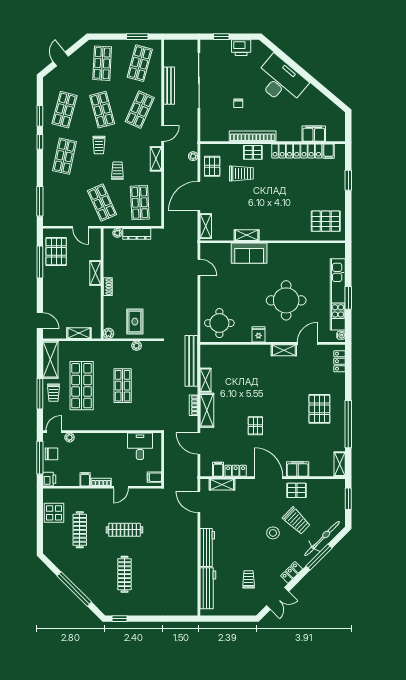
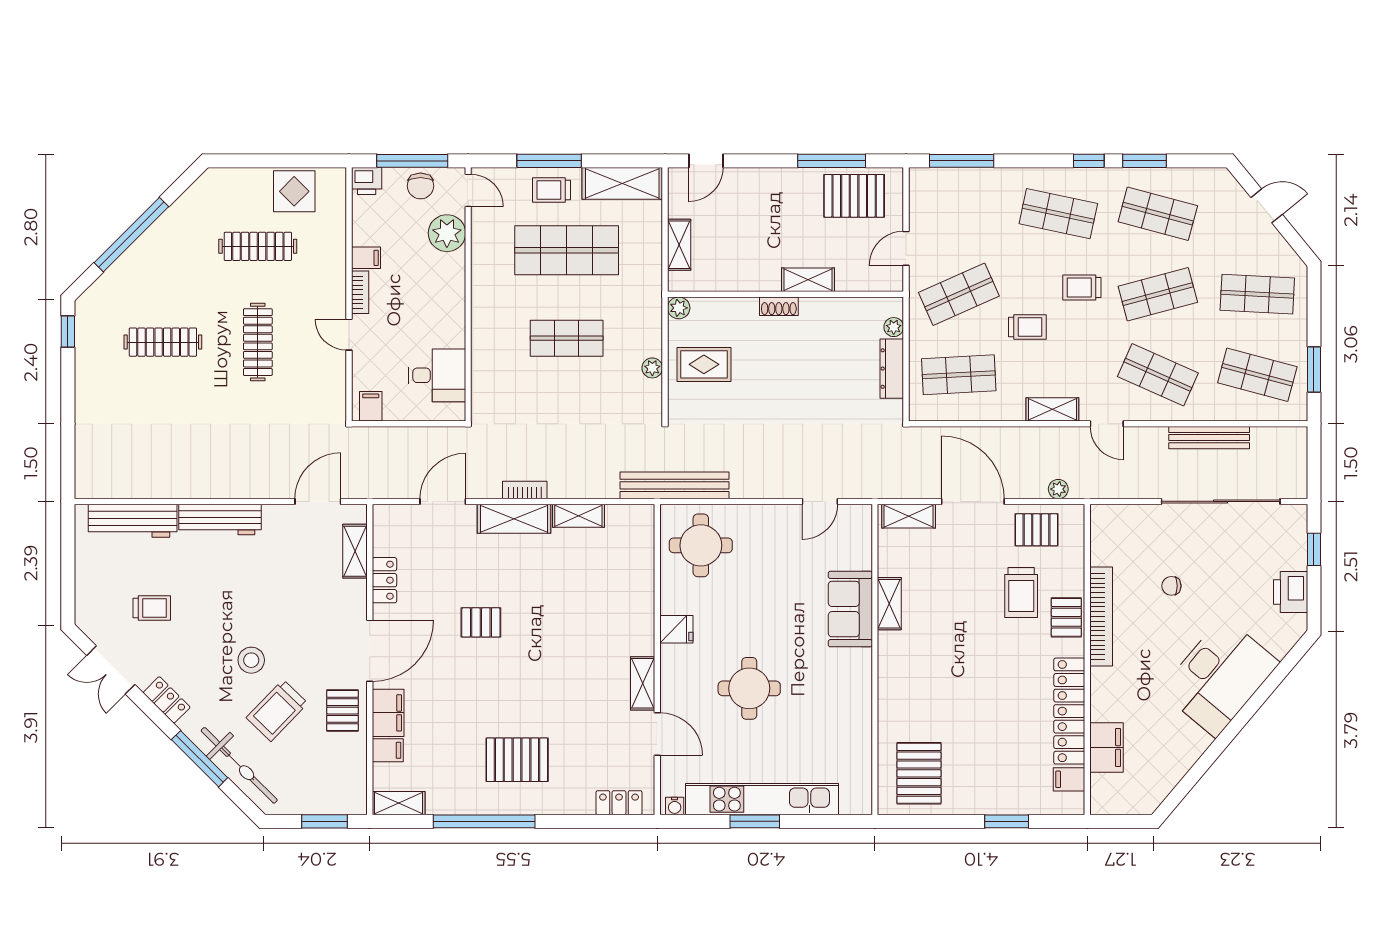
round table: (286, 300) -> (749, 688), width x0.73, depth x0.73
bench: (191, 361) -> (675, 485), moved
plant: (70, 437) -> (447, 233), width x1.87, depth x1.87
filing cabinet: (218, 469) -> (388, 750), moved

